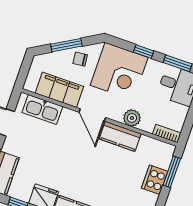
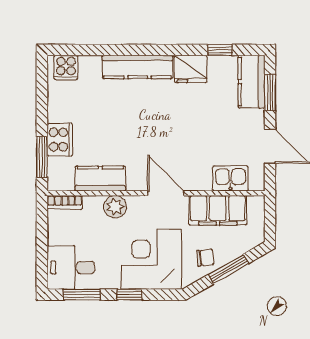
kitchen sink: (42, 109) -> (230, 178), width x0.73
kitchen counter: (120, 136) -> (100, 179), moved

